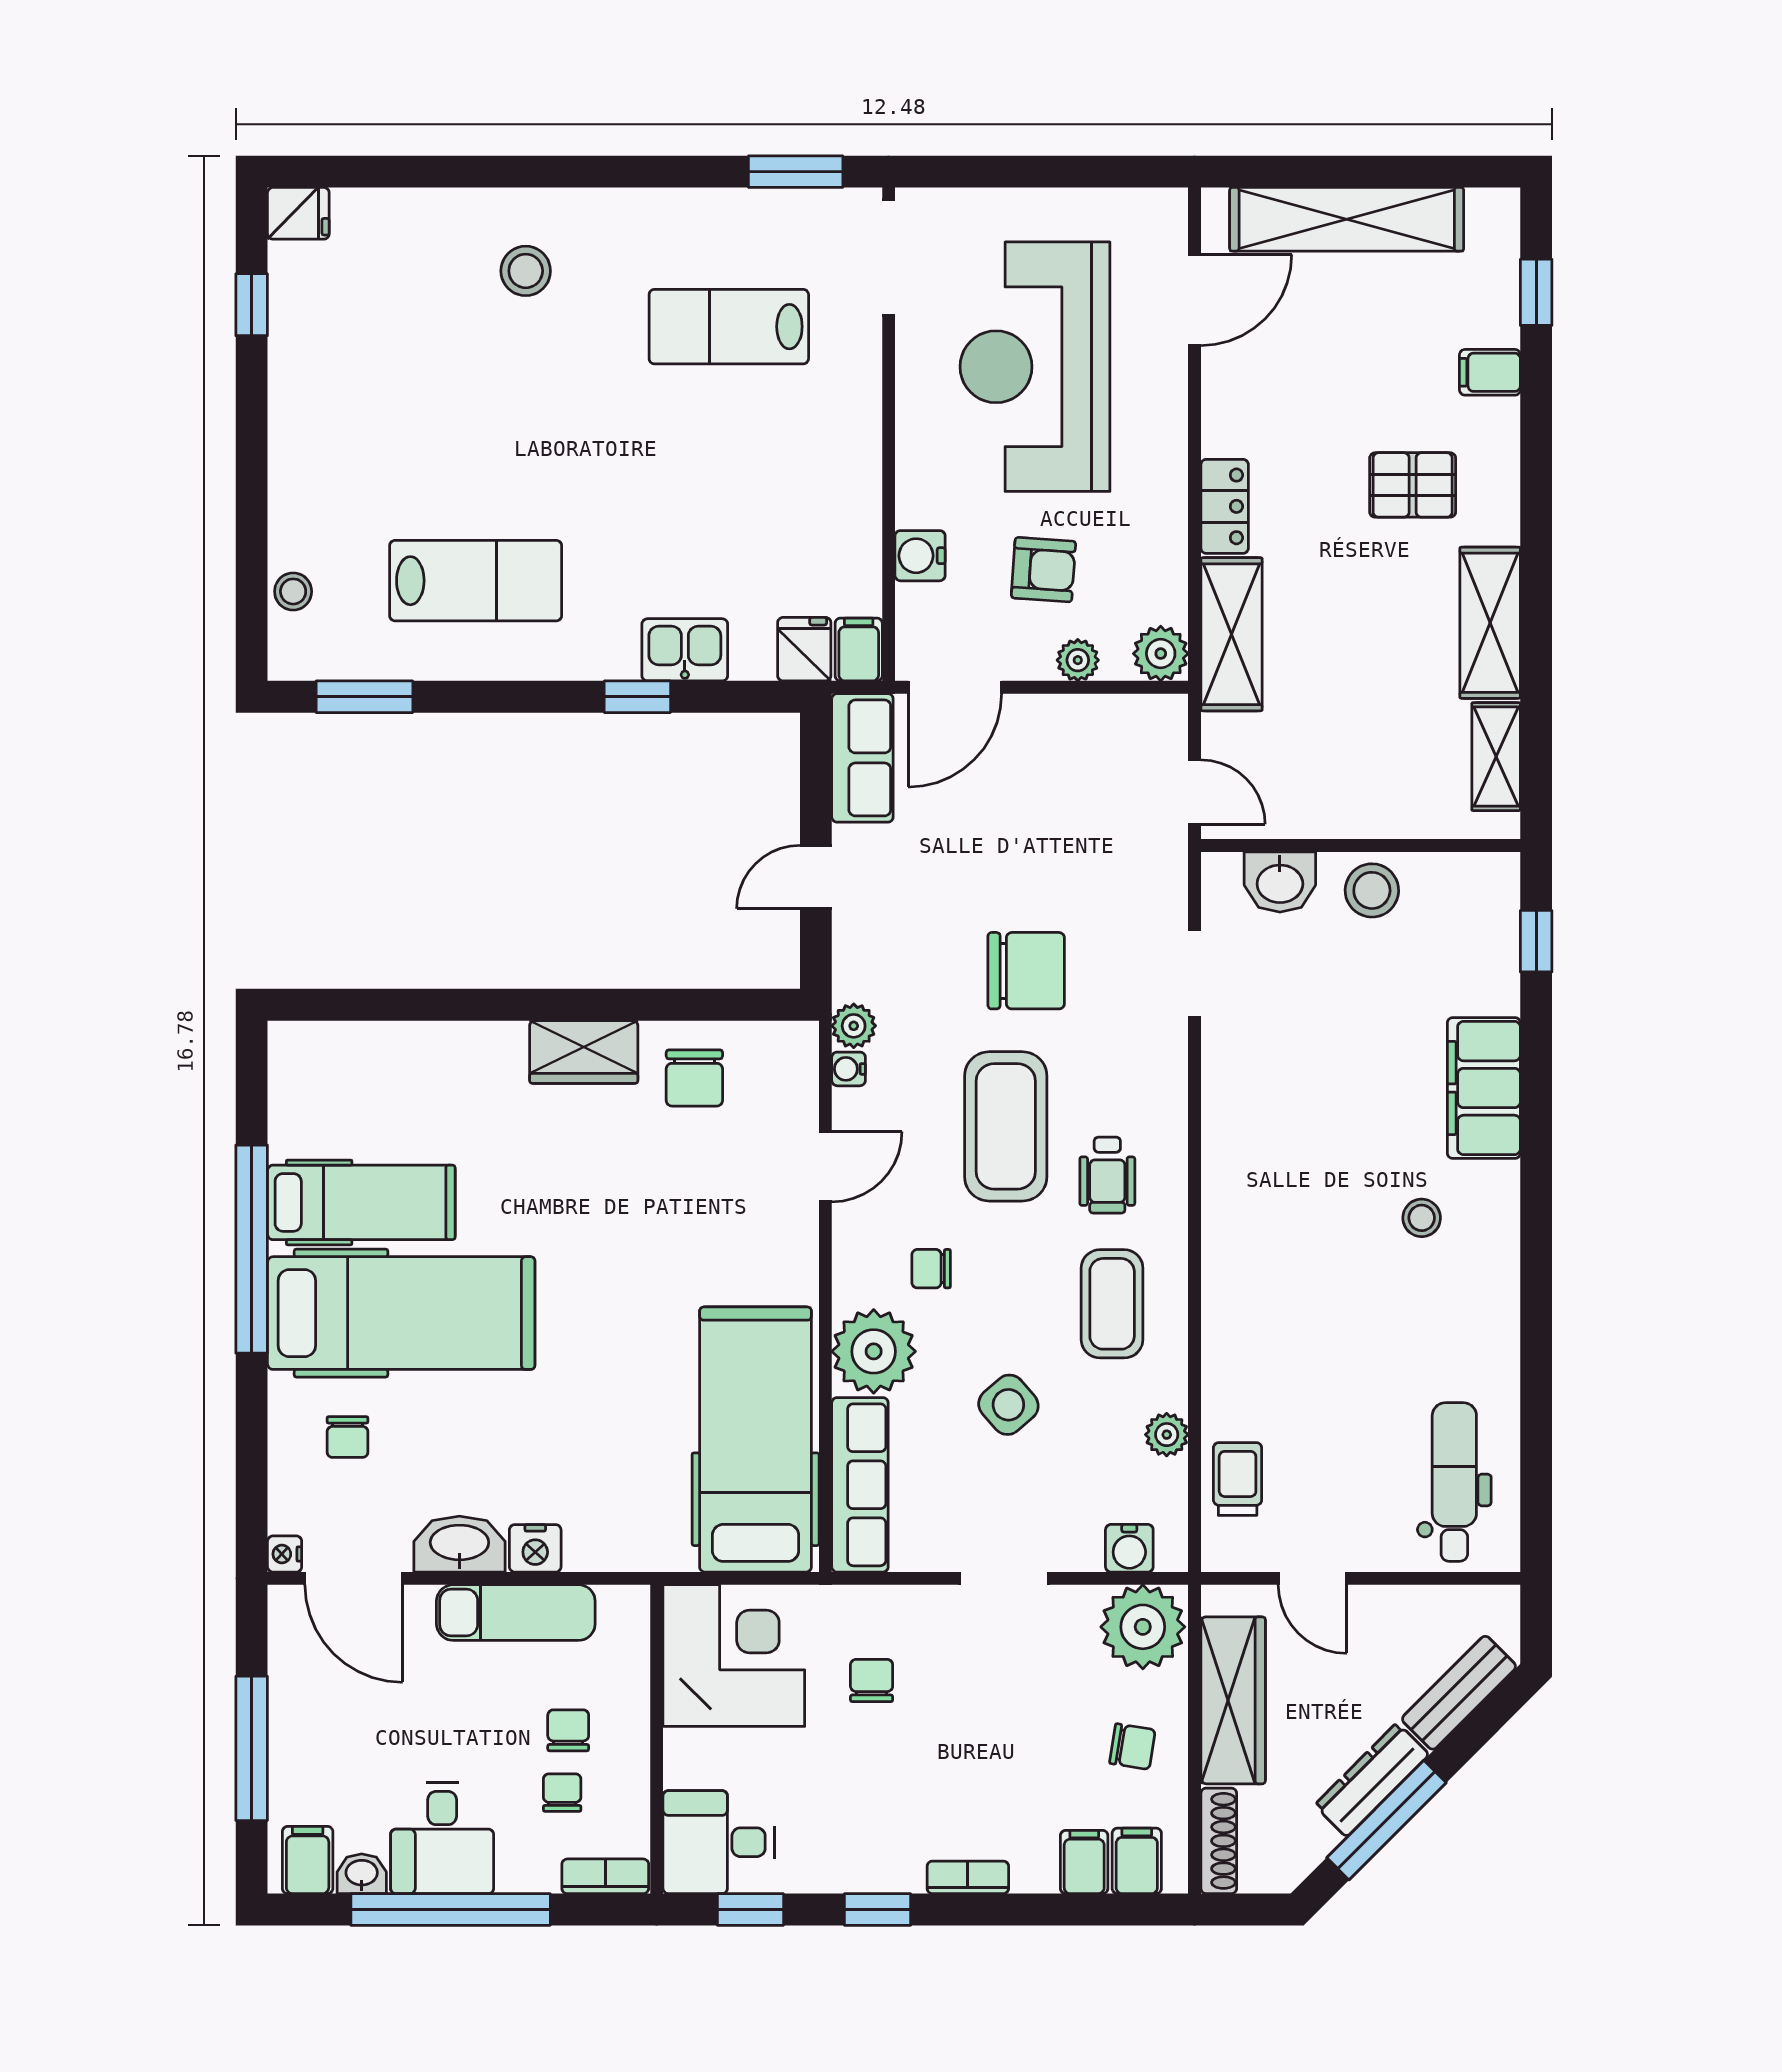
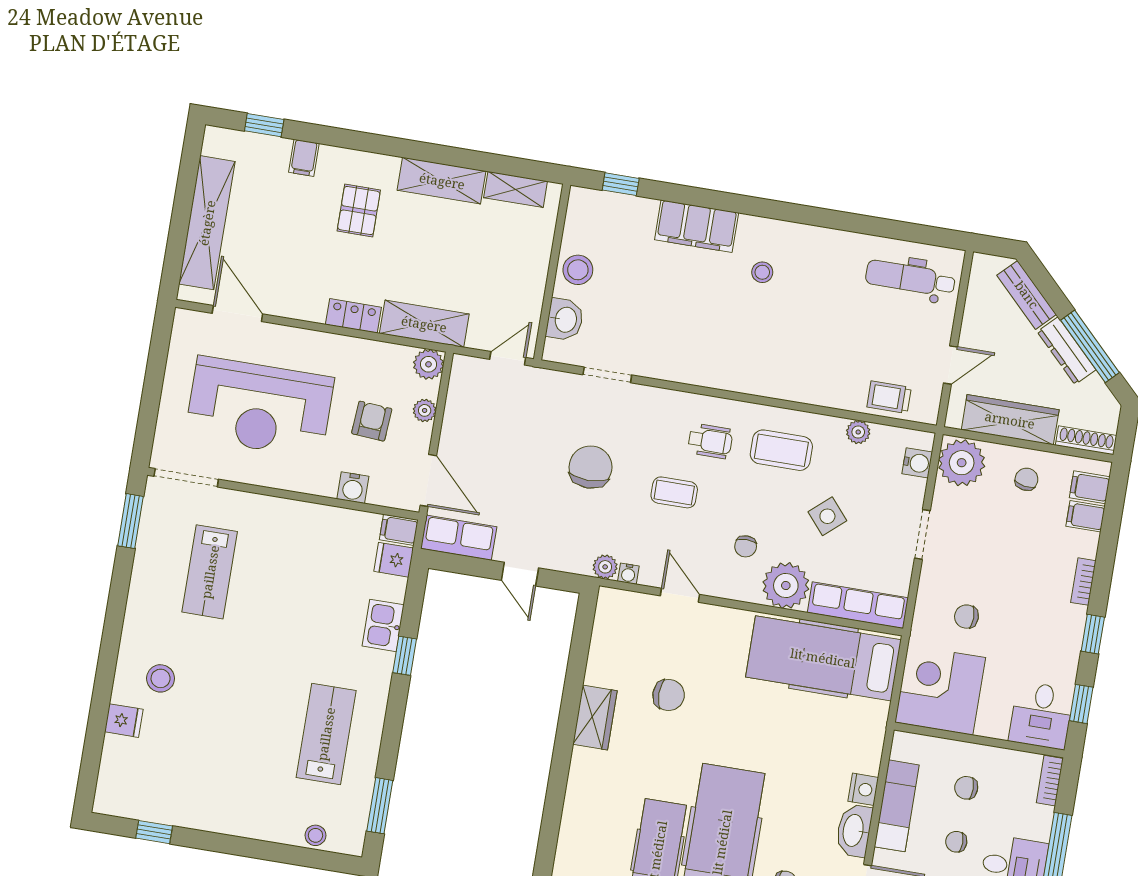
fridge: (298, 213) -> (124, 721), moved, turned 90
chair: (694, 1078) -> (669, 695), moved
coffee table: (1006, 1126) -> (674, 492), width x0.54, depth x0.58
chair: (562, 1793) -> (956, 842), moved

